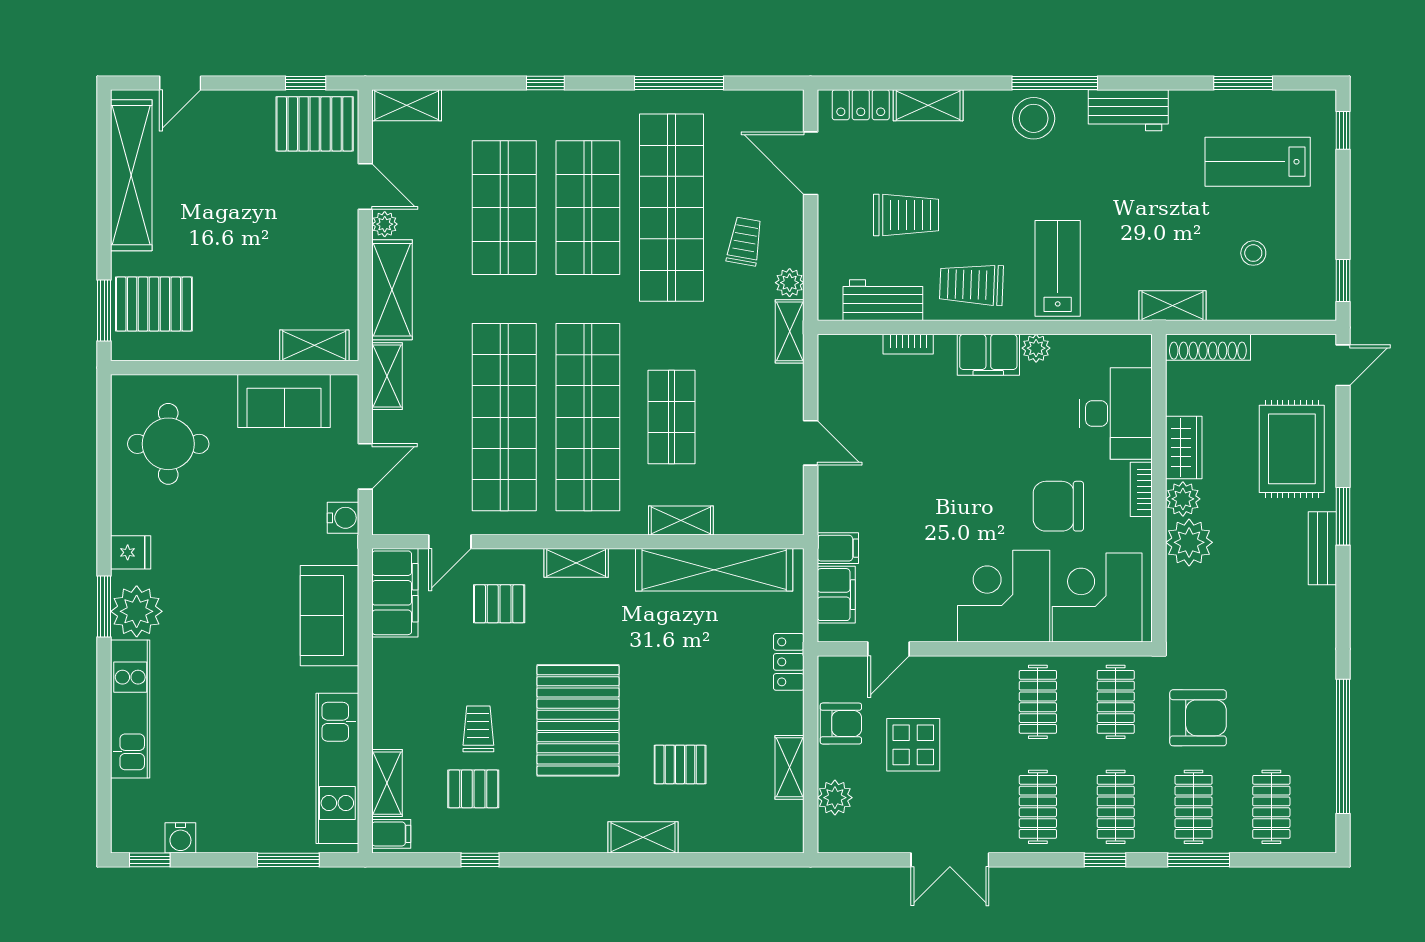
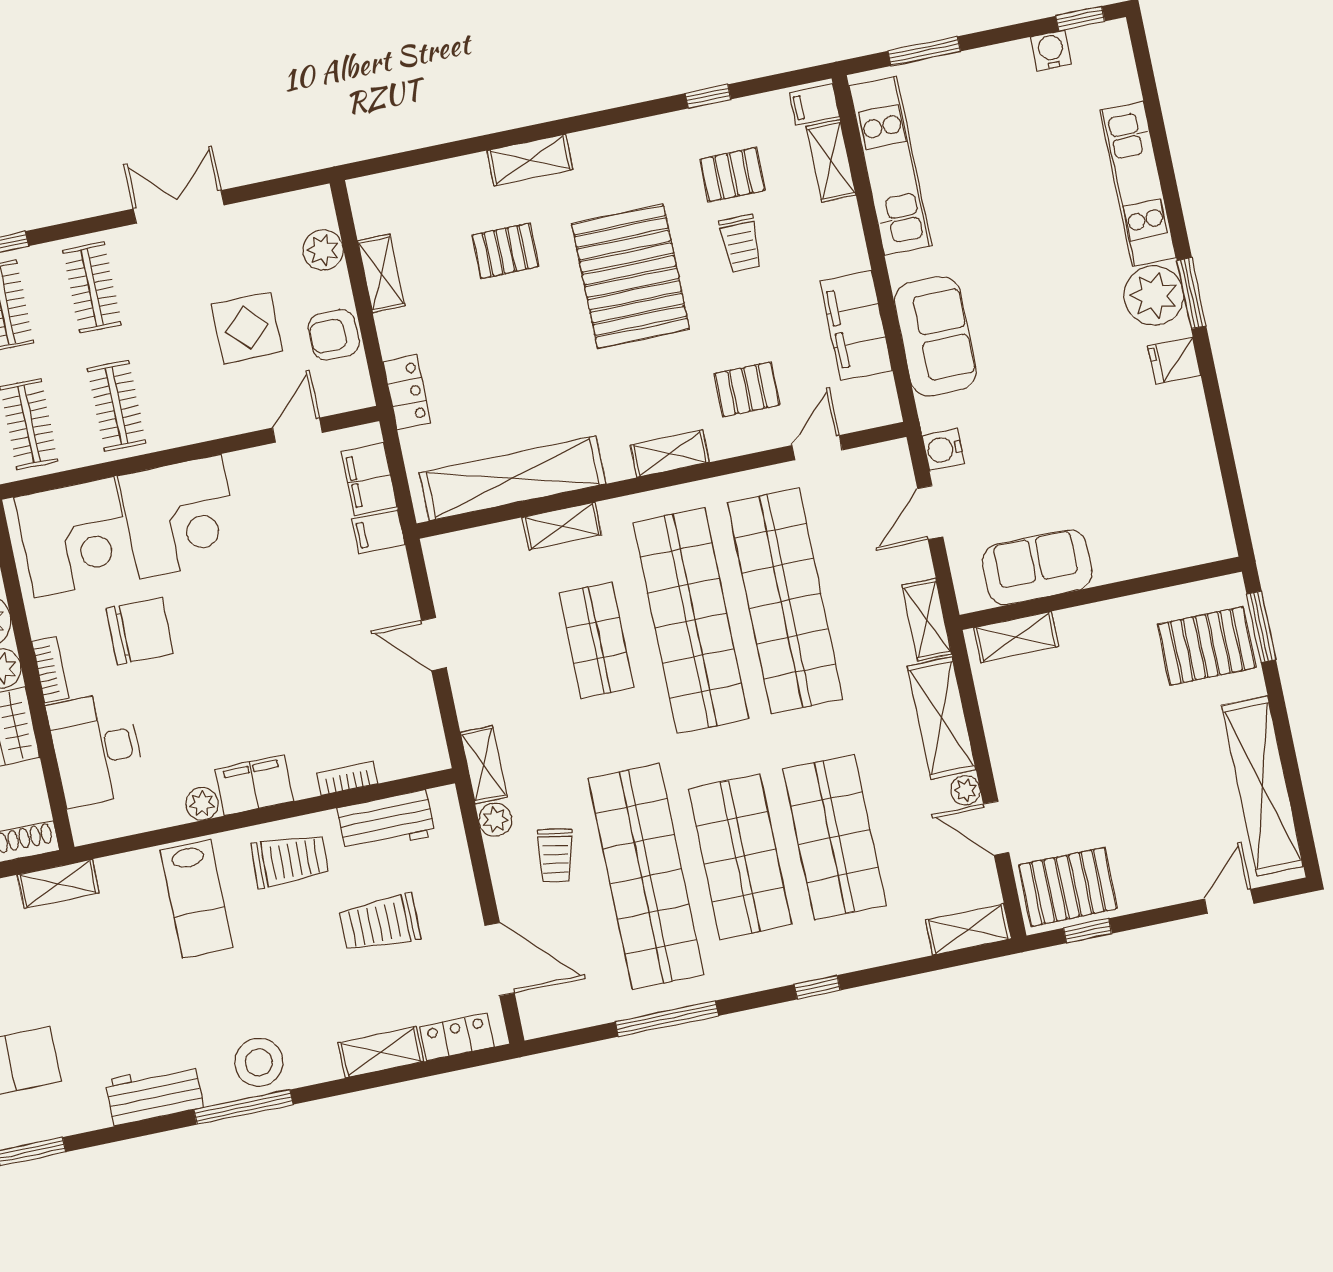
round table: (168, 444) -> (1157, 492), removed
filing cabinet: (395, 593) -> (856, 326), moved

